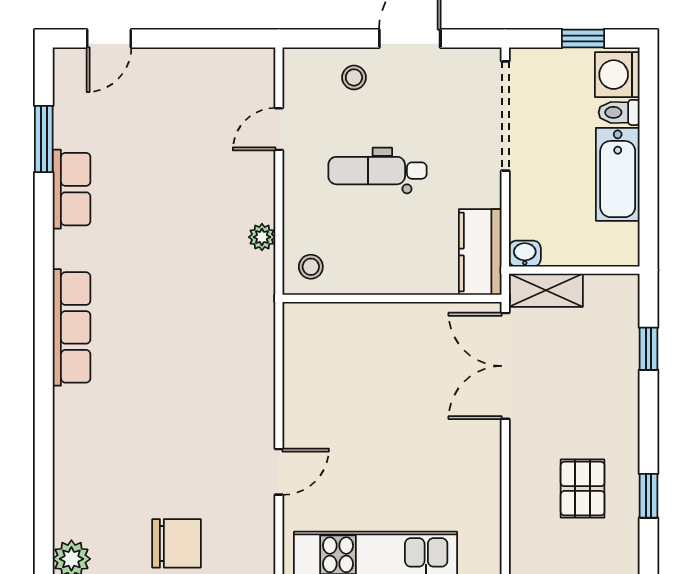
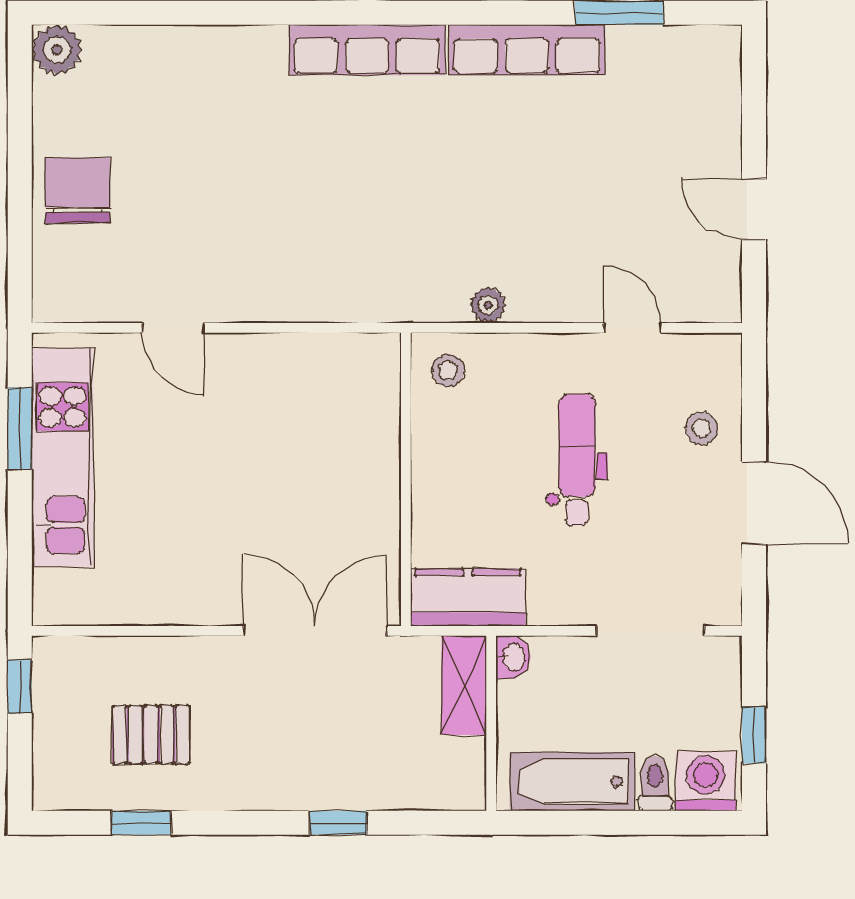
door: (109, 38) -> (754, 209), moved
doorway: (505, 116) -> (650, 631), width x0.73
row of seats: (72, 189) -> (527, 50), width x1.48
washbasin: (525, 254) -> (513, 657), moved
wall: (574, 270) -> (491, 723), moved
shelving: (546, 290) -> (464, 685), moved
chair: (176, 543) -> (78, 190), turned 180

